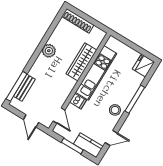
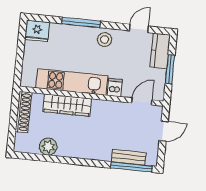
shoe rack: (78, 21) -> (23, 112), moved
plant: (49, 51) -> (48, 147), moved
door: (111, 138) -> (139, 28), hinge flipped

